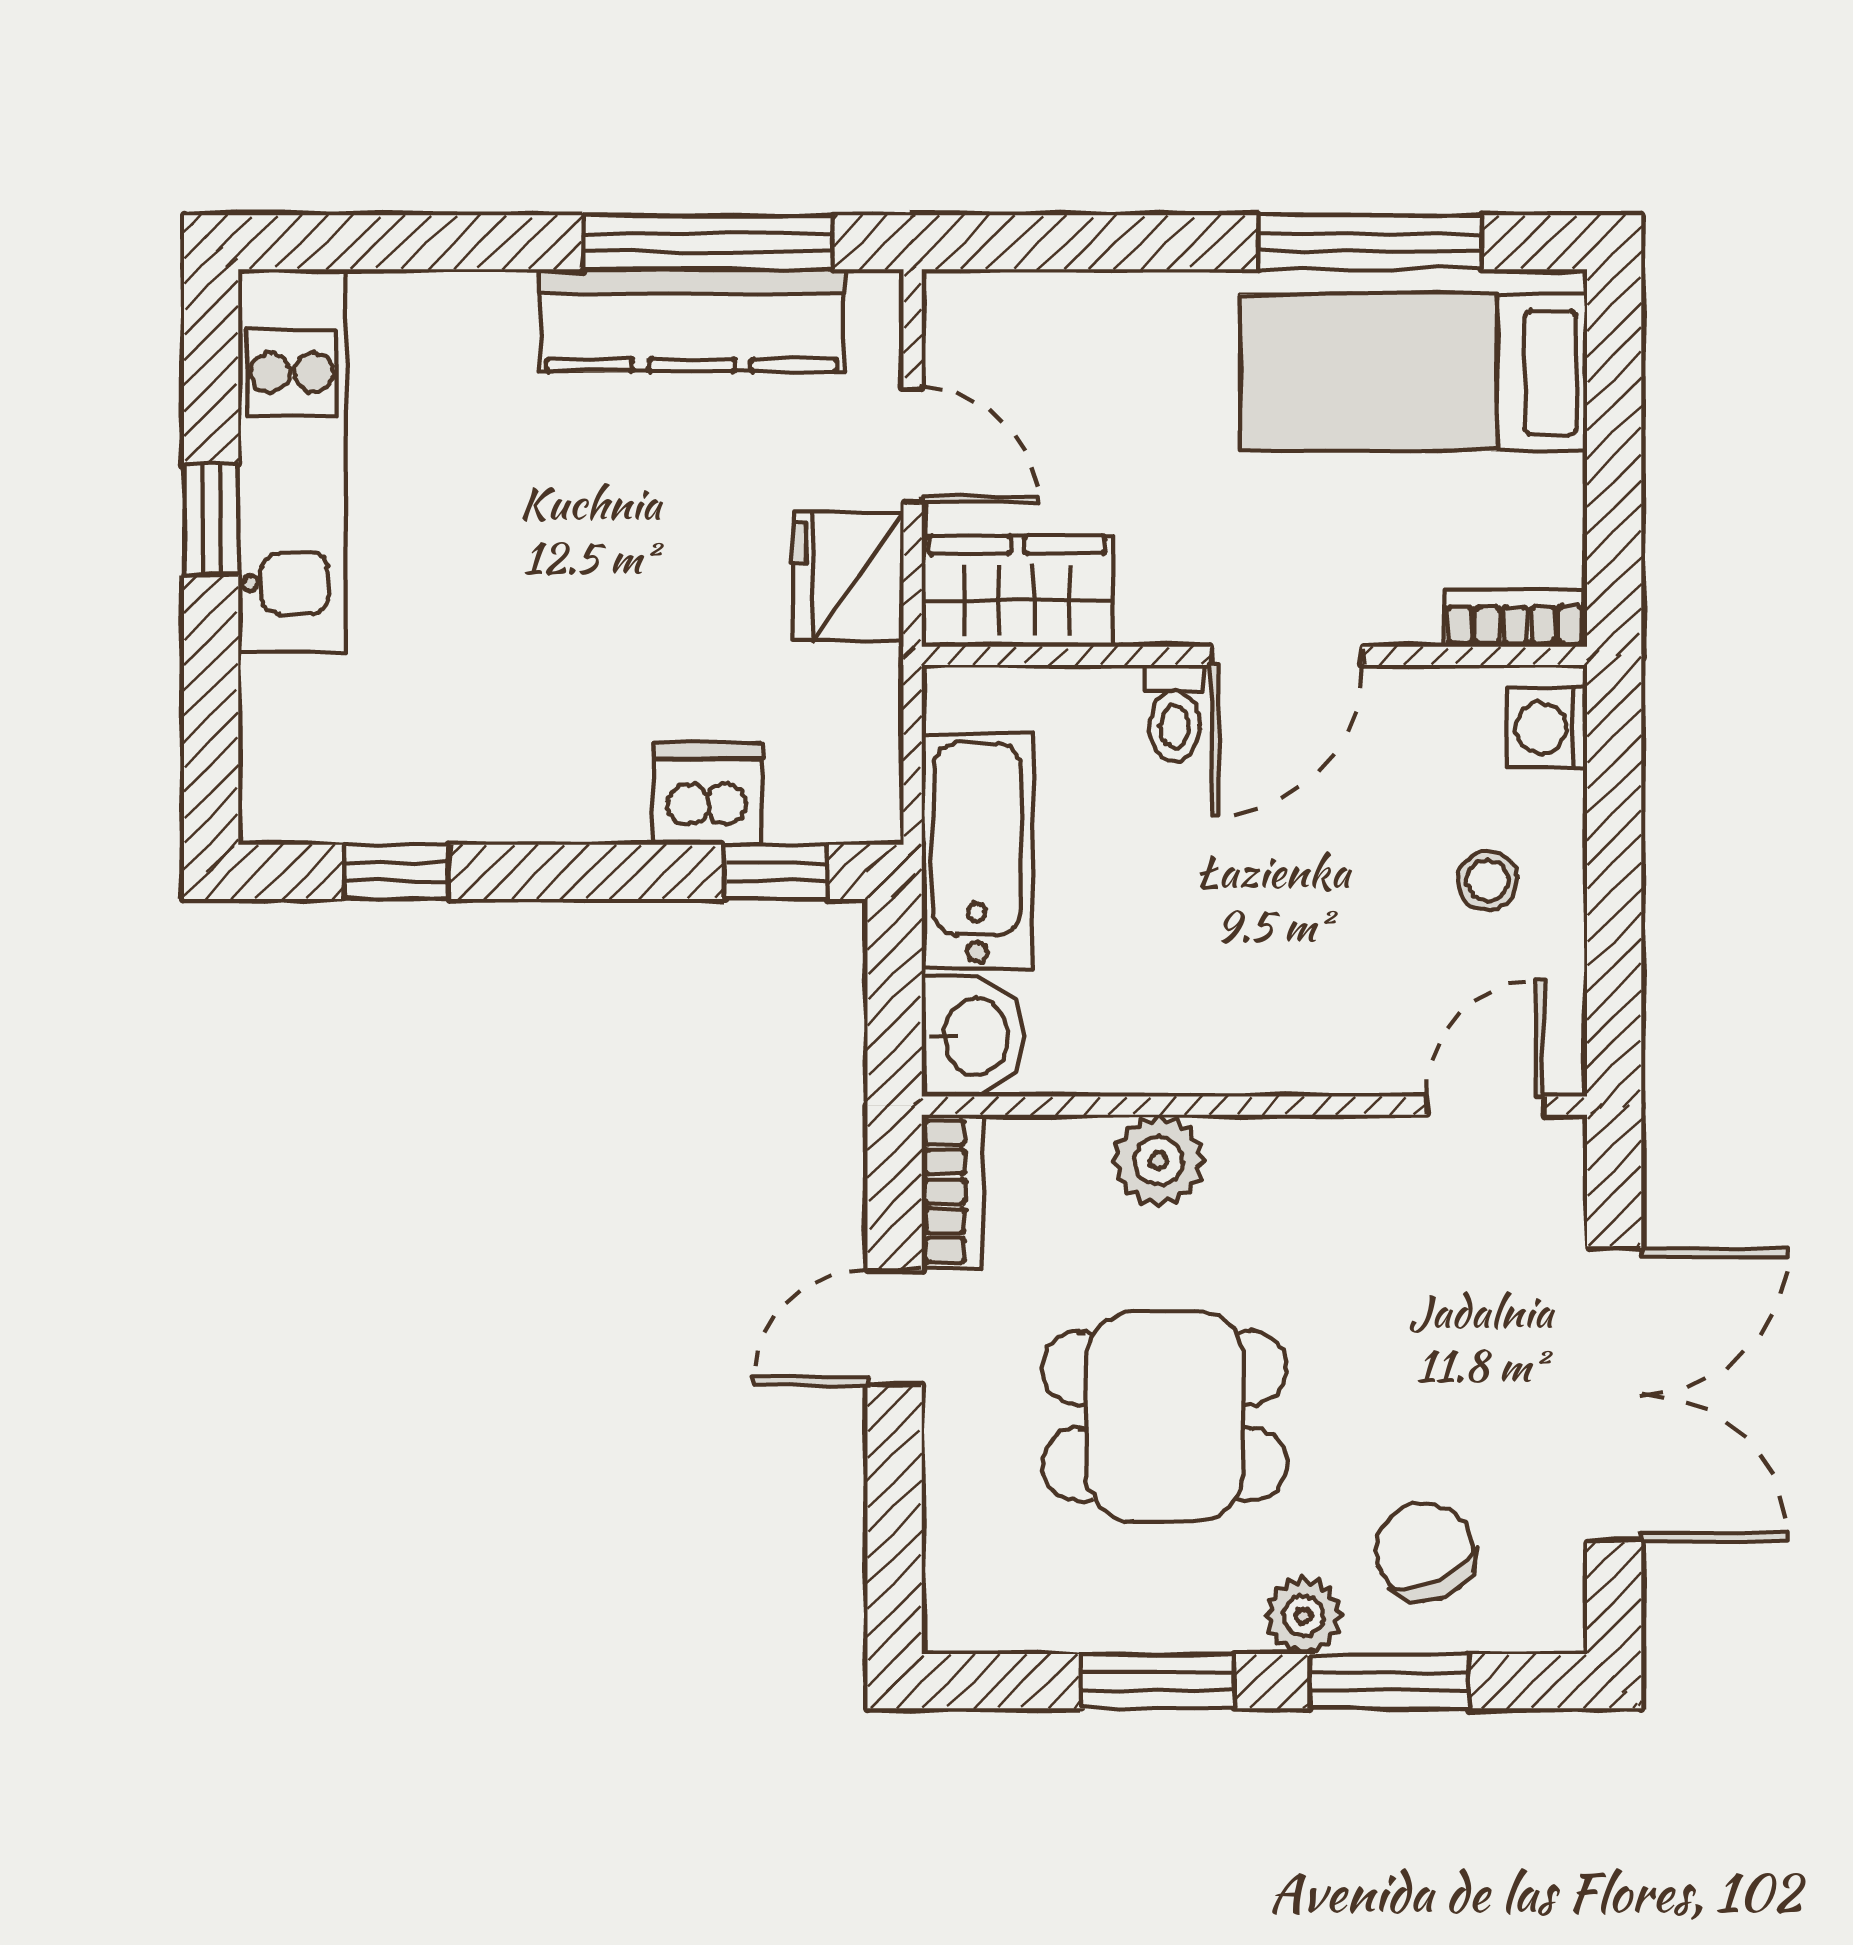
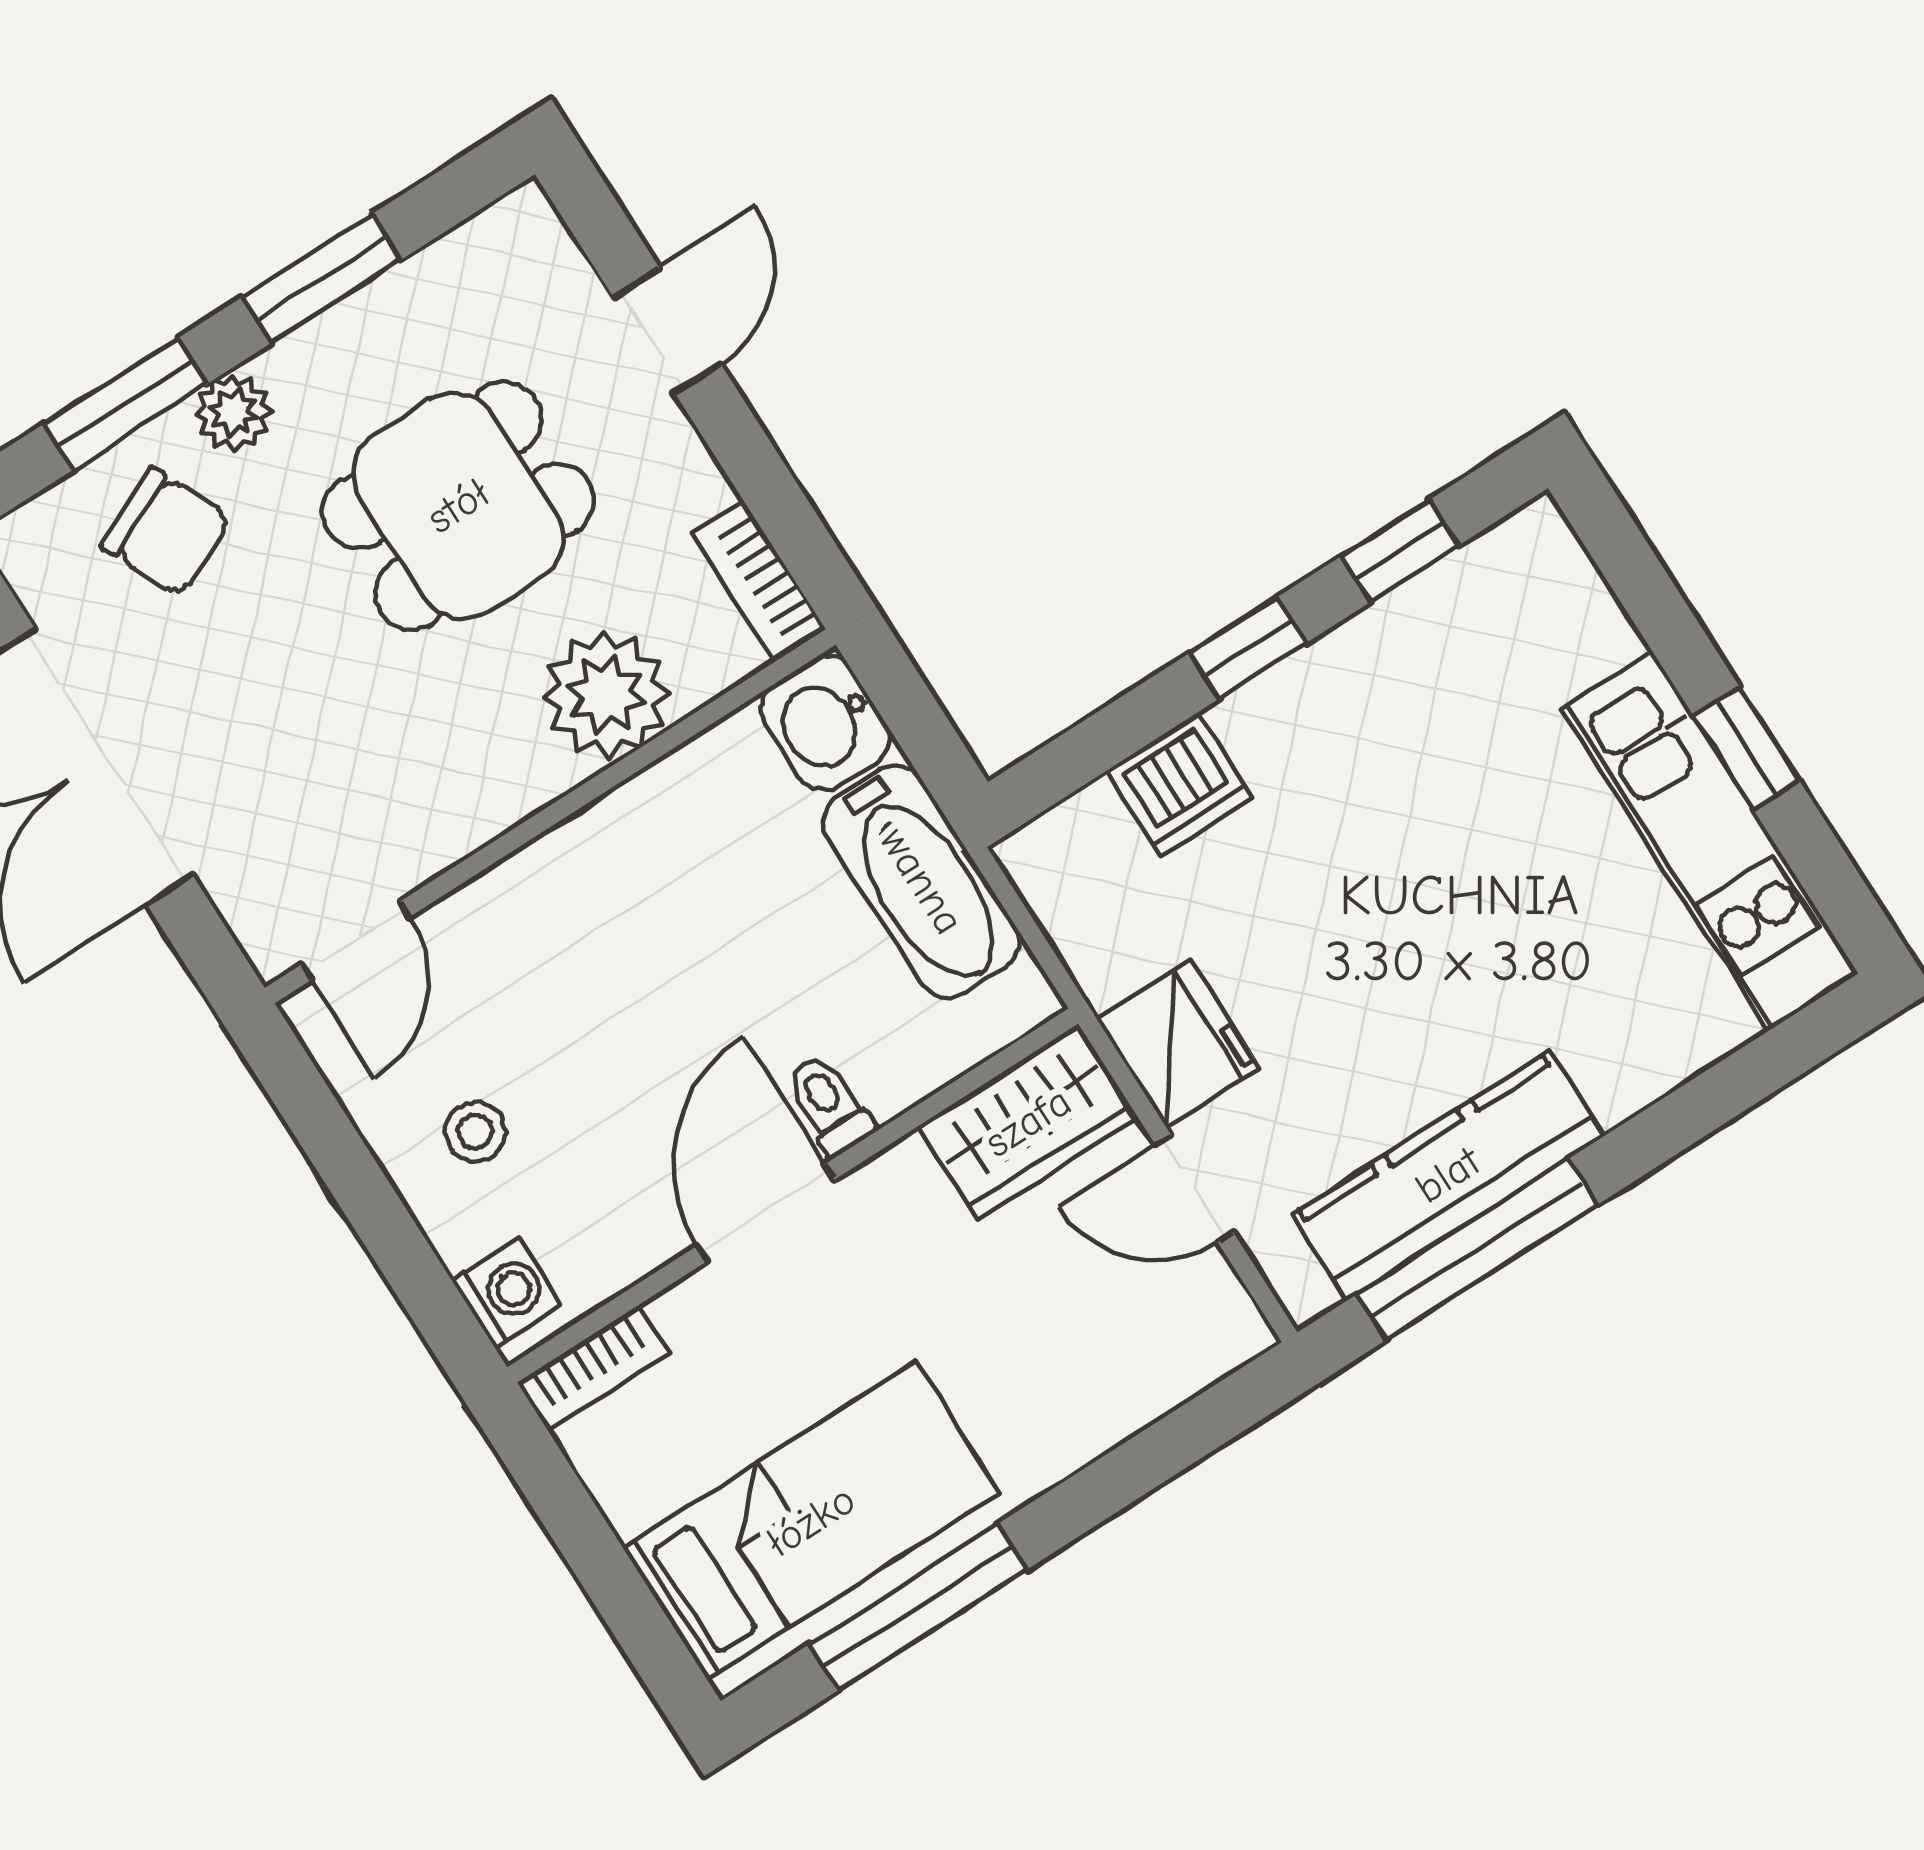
window: (776, 872) -> (1248, 648), moved
plant: (1159, 1161) -> (606, 695), width x1.36, depth x1.36
door: (895, 1328) -> (667, 331), moved

